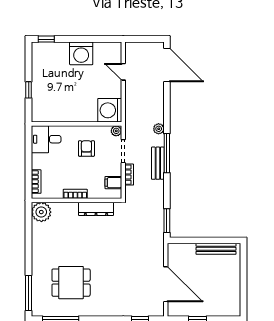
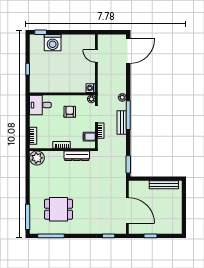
washing machine: (81, 53) -> (53, 43), moved
door: (167, 65) -> (128, 51), hinge flipped
washing machine: (110, 110) -> (91, 88), width x0.53, depth x0.53

